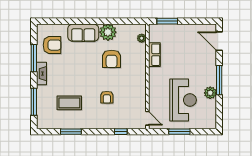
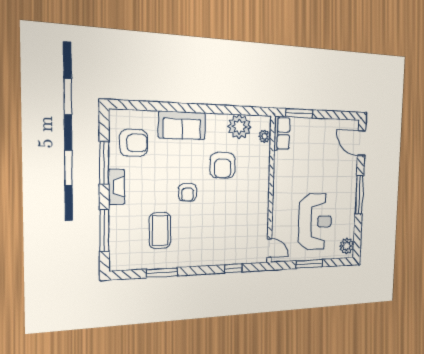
plant: (108, 32) -> (239, 127), moved
row of seats: (154, 55) -> (282, 133), moved
plant: (210, 93) -> (347, 246), moved
armchair: (107, 97) -> (188, 192), moved
coffee table: (69, 103) -> (160, 231), turned 90

